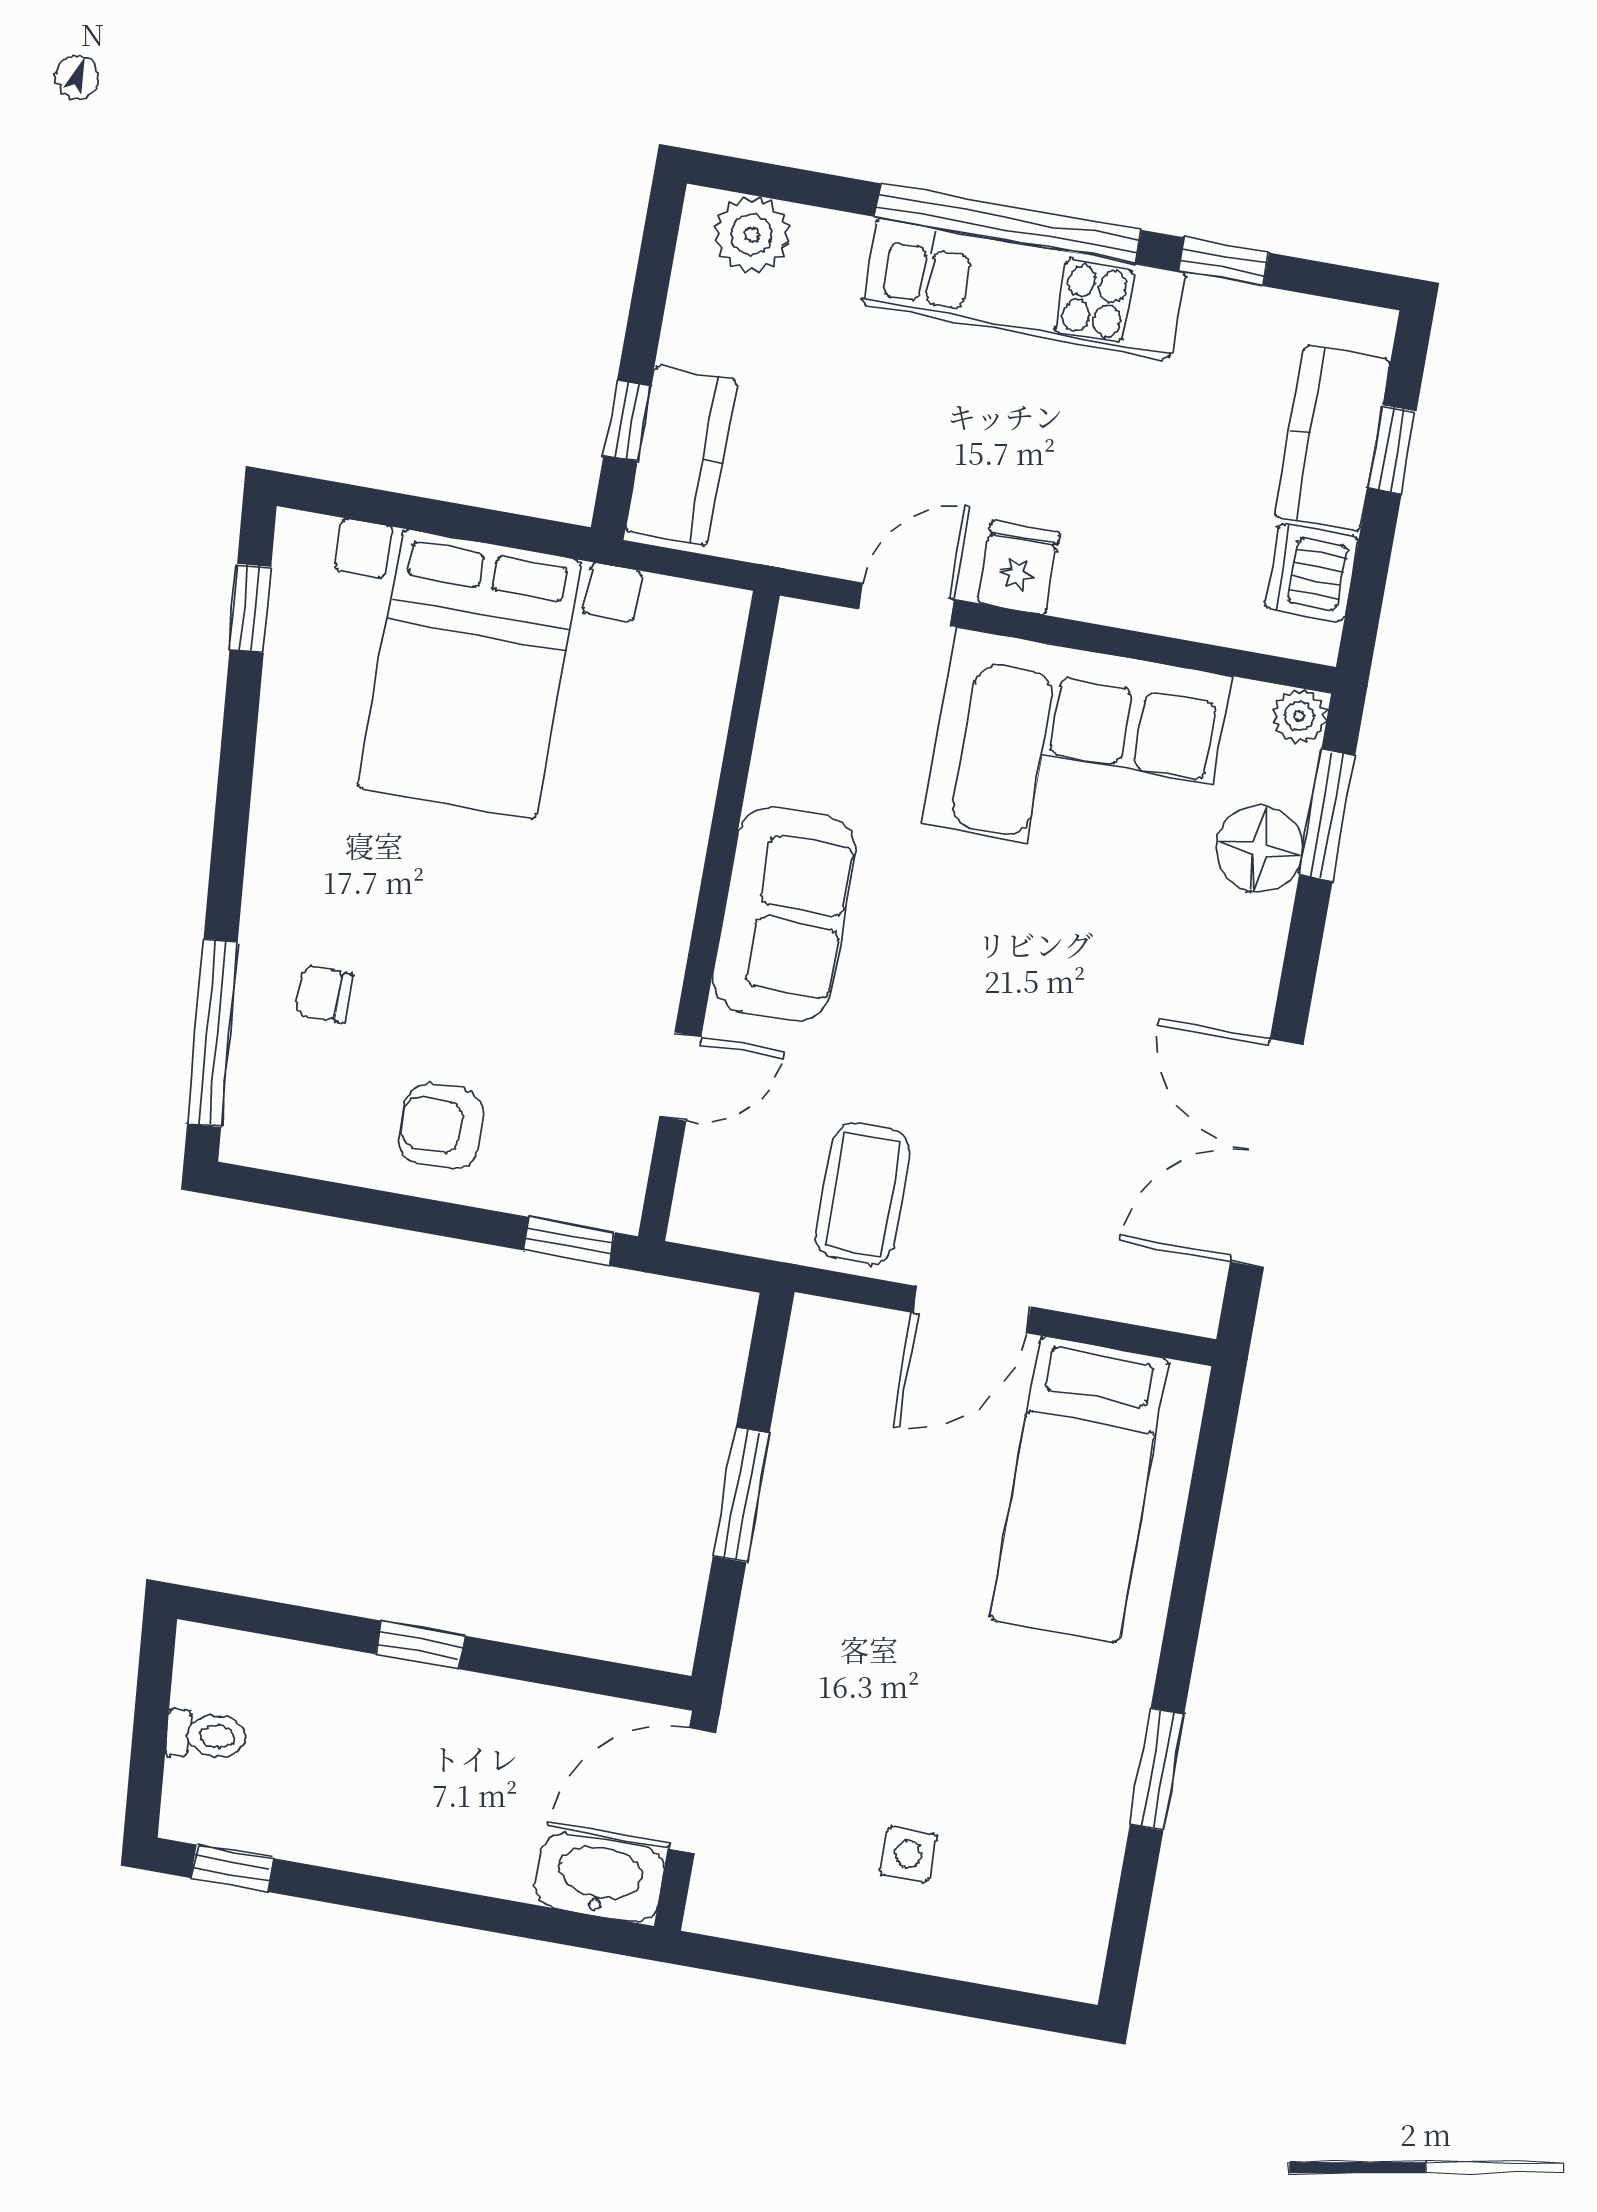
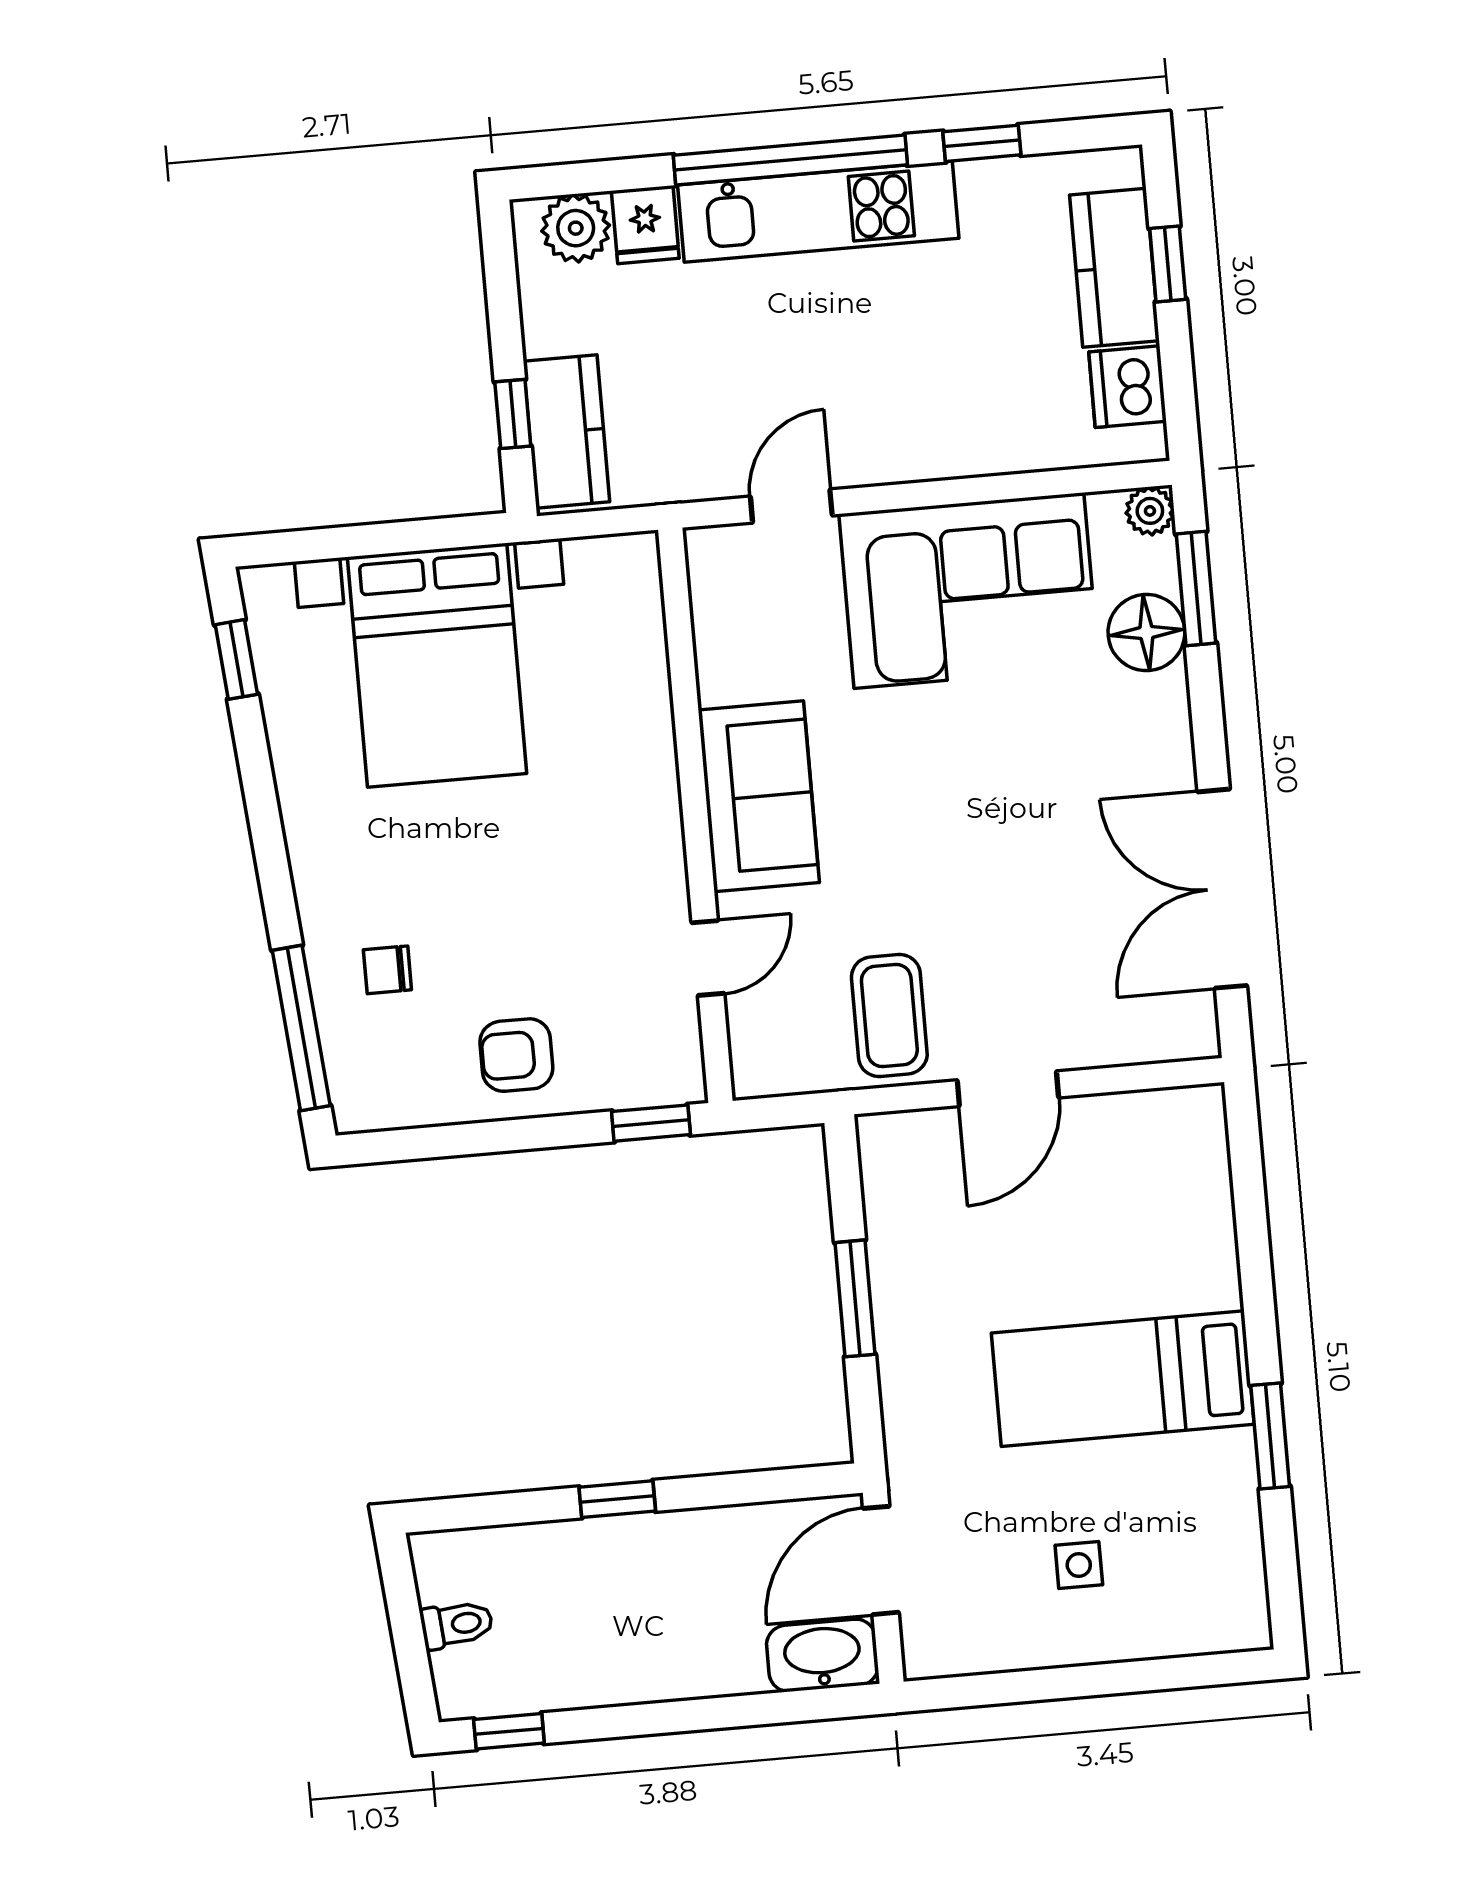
fridge: (1019, 568) -> (645, 225), moved, turned 180
bed: (1079, 1489) -> (1123, 1379), moved, turned 90

